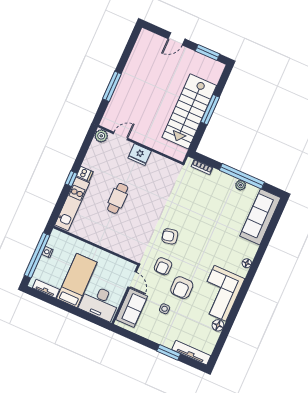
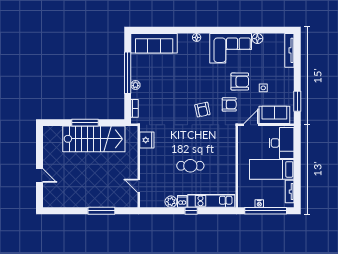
window: (207, 53) -> (40, 145), removed
plant: (101, 136) -> (171, 202), moved
fridge: (140, 154) -> (147, 140), moved
plant: (241, 185) -> (135, 85), moved
window: (169, 352) -> (297, 101), moved

